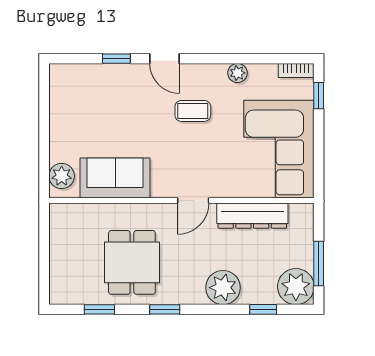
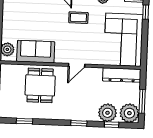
dresser: (252, 216) -> (122, 75), moved
dining table: (132, 262) -> (40, 85), moved
plant: (223, 288) -> (107, 113), moved
window: (165, 309) -> (79, 123), moved

